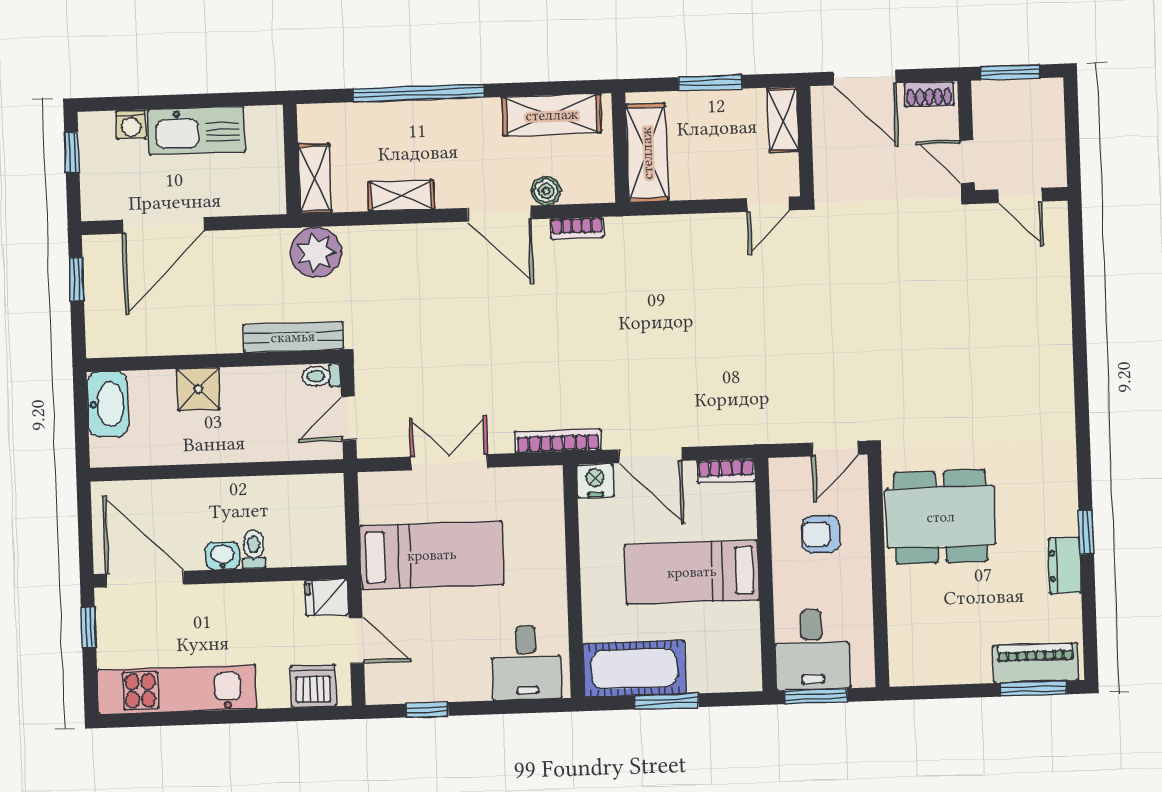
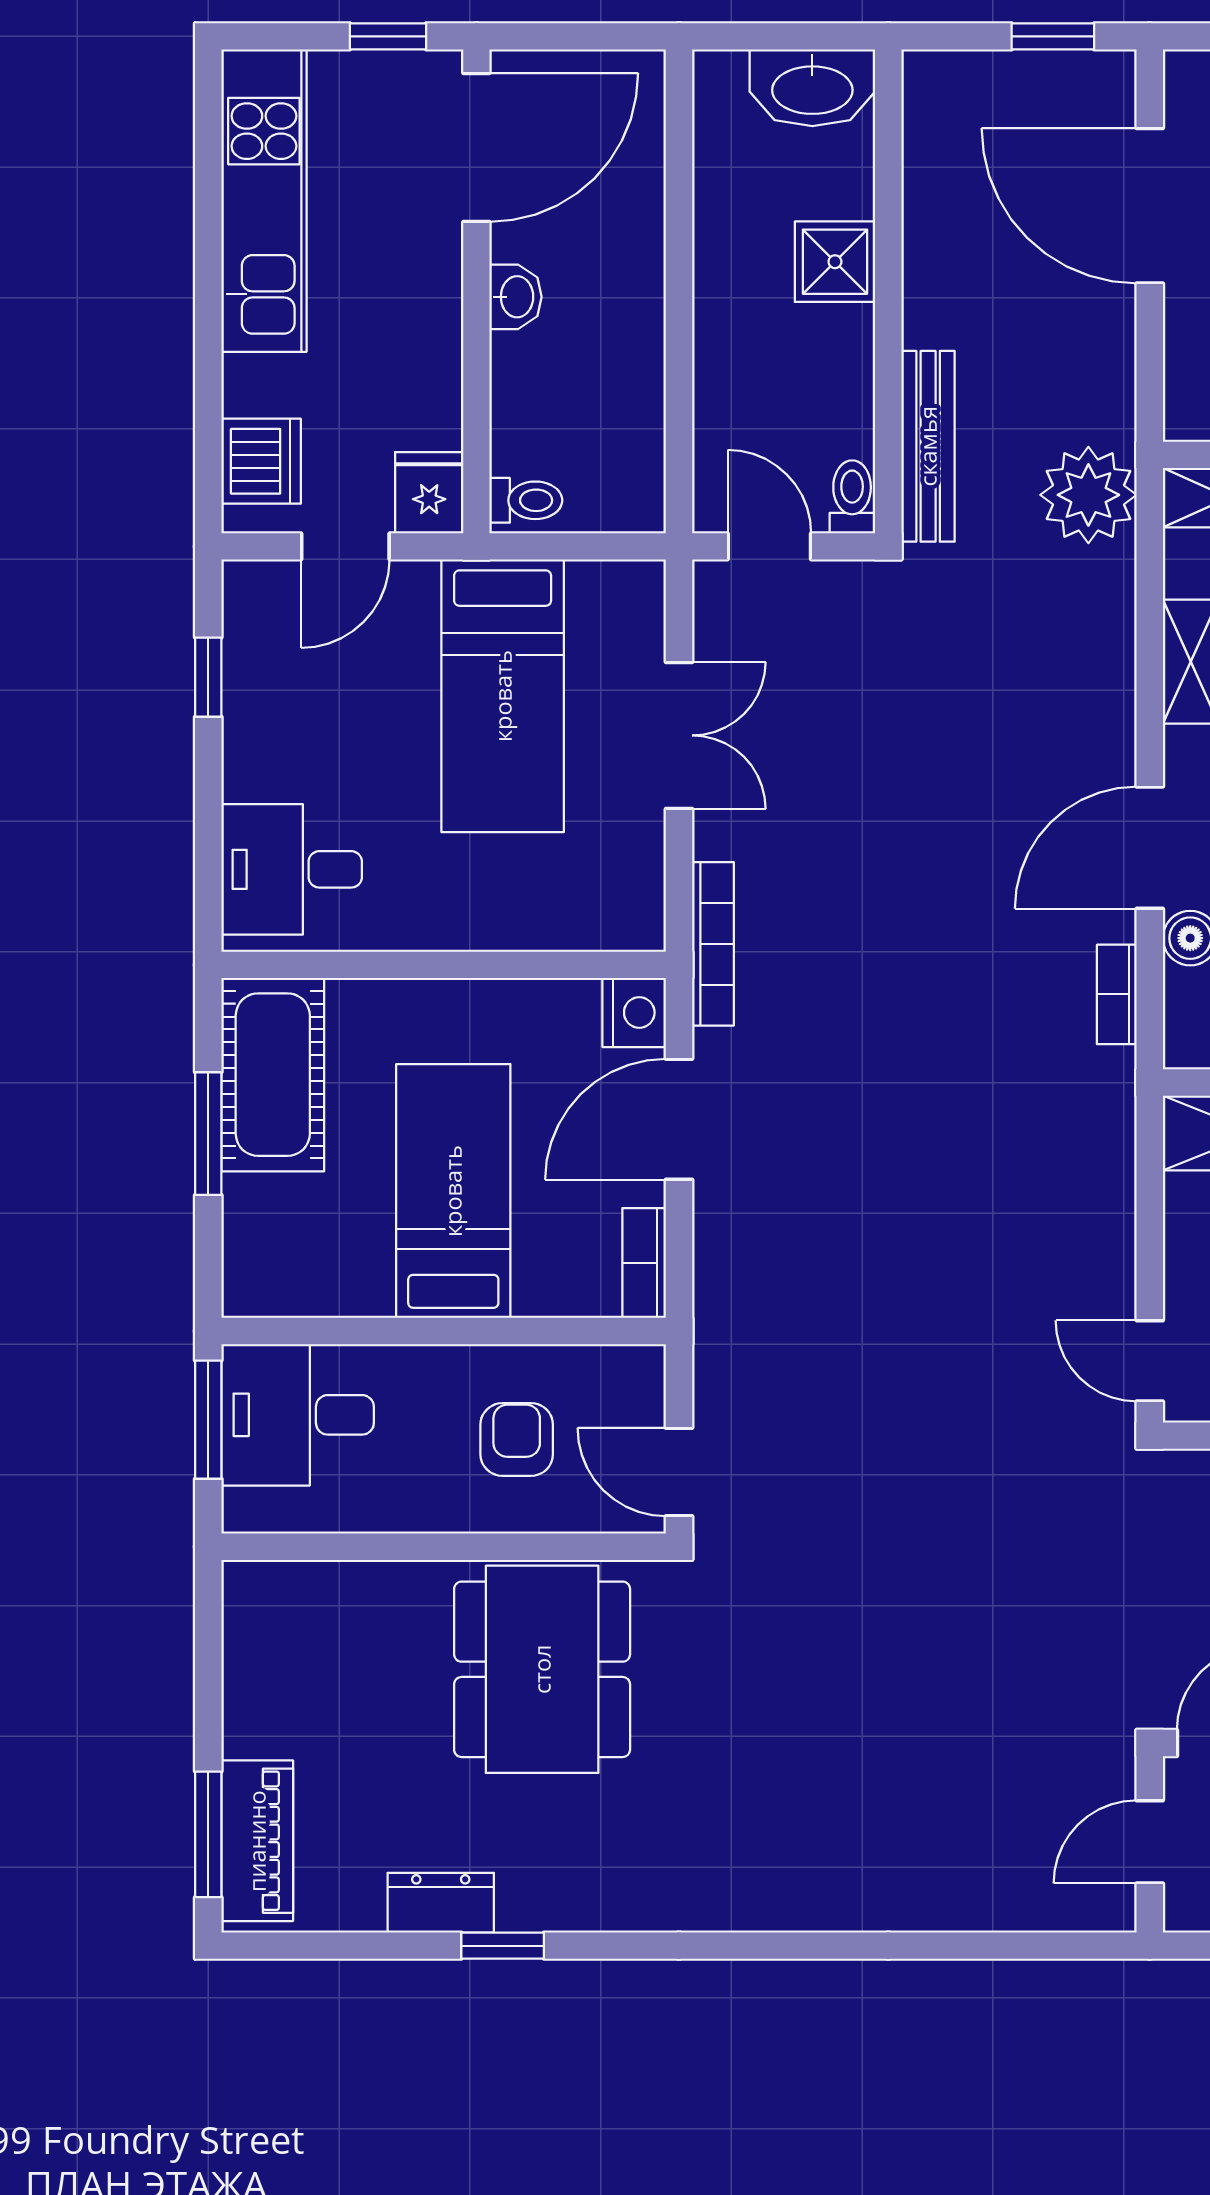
toilet: (254, 549) -> (526, 500), moved

